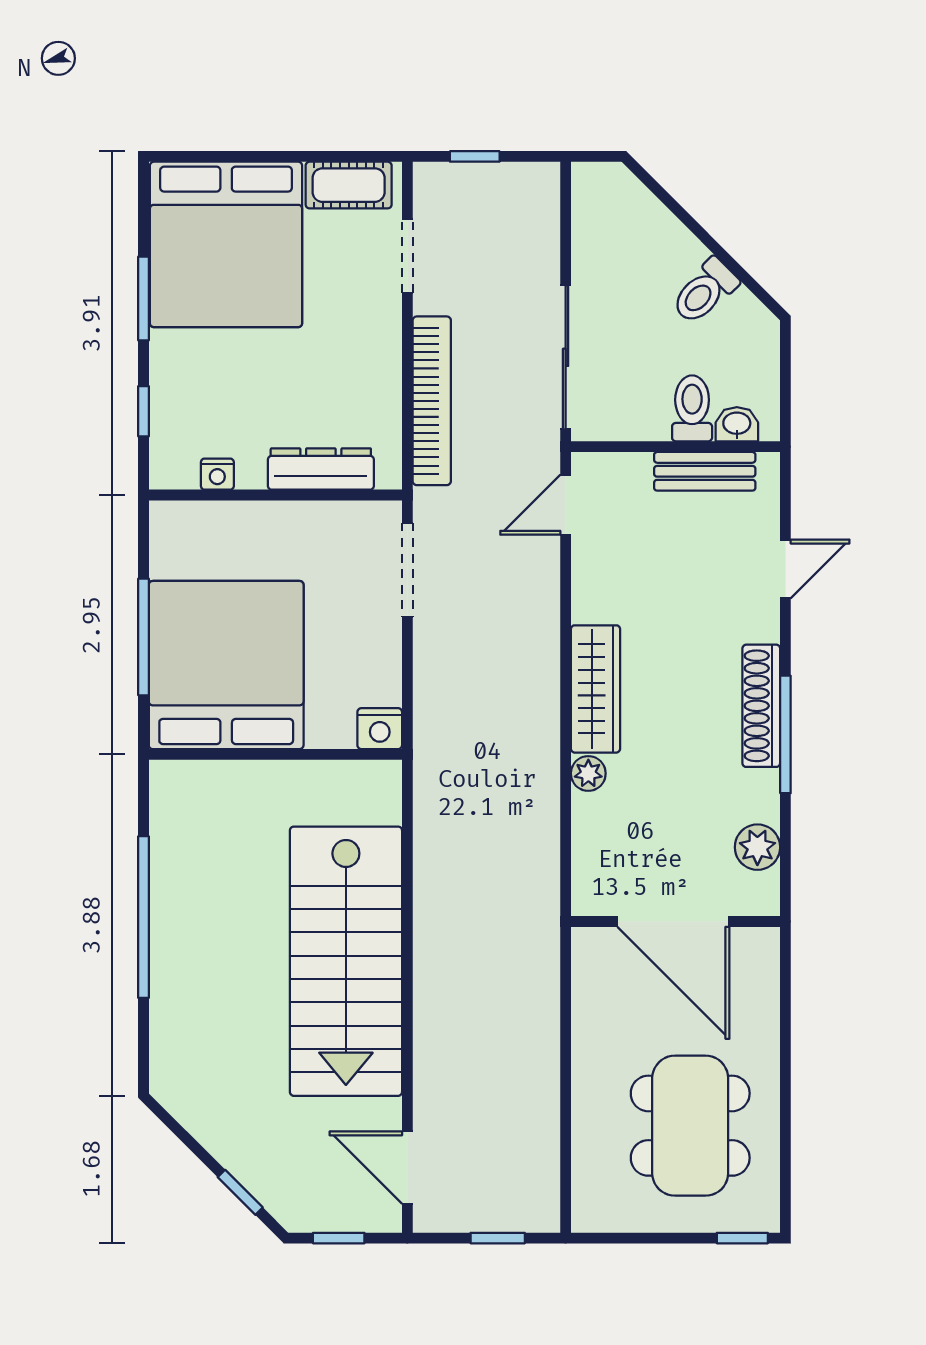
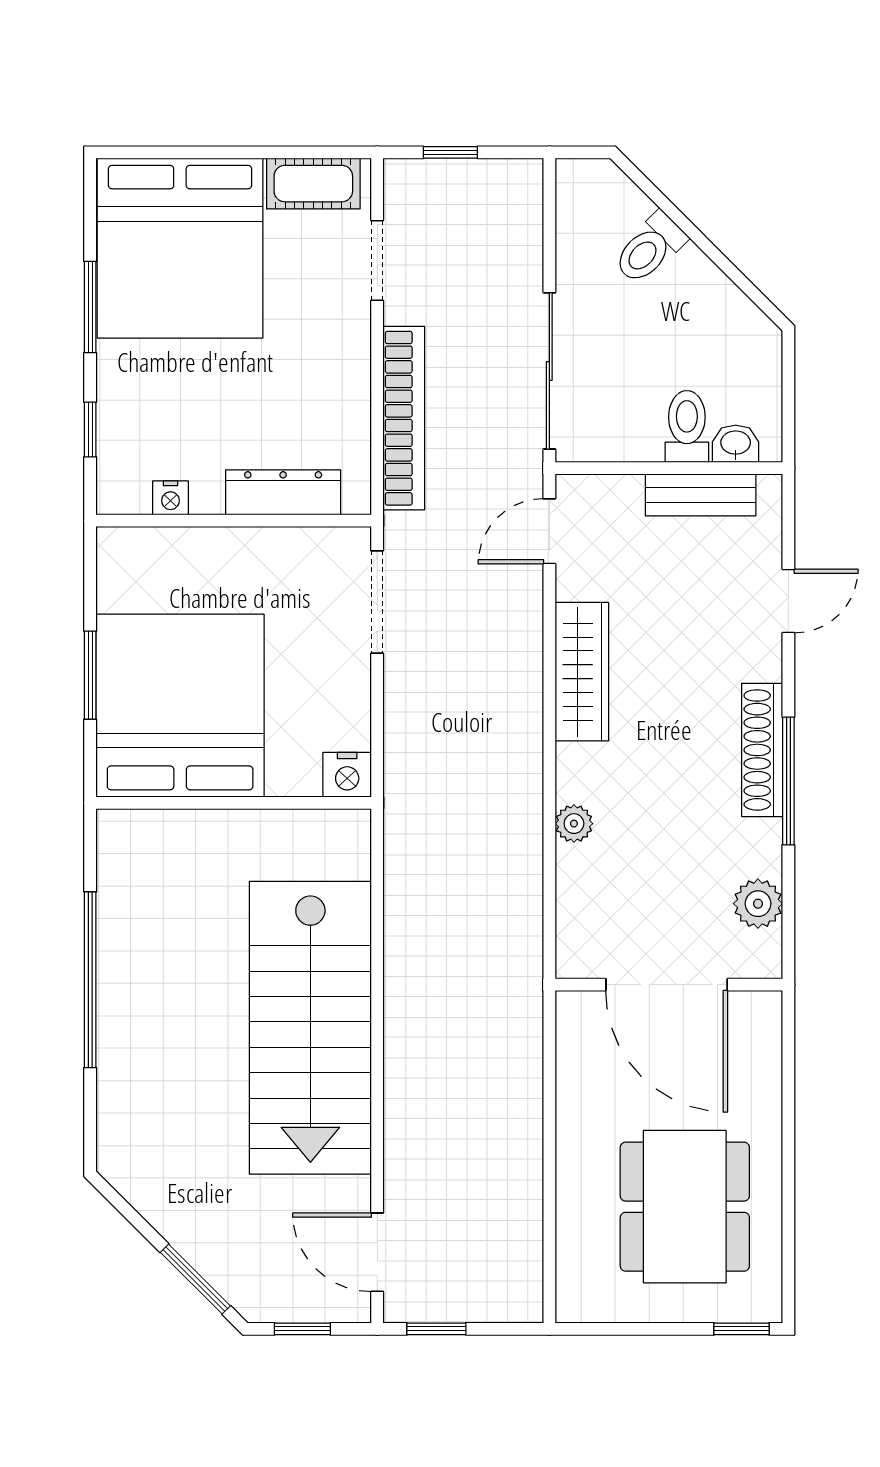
toilet: (705, 291) -> (650, 248), moved
window: (144, 637) -> (90, 675), width x0.69
wardrobe: (595, 689) -> (582, 672), moved
window: (240, 1192) -> (195, 1279), width x1.50
window: (498, 1238) -> (436, 1329), moved

